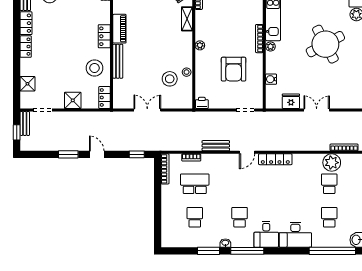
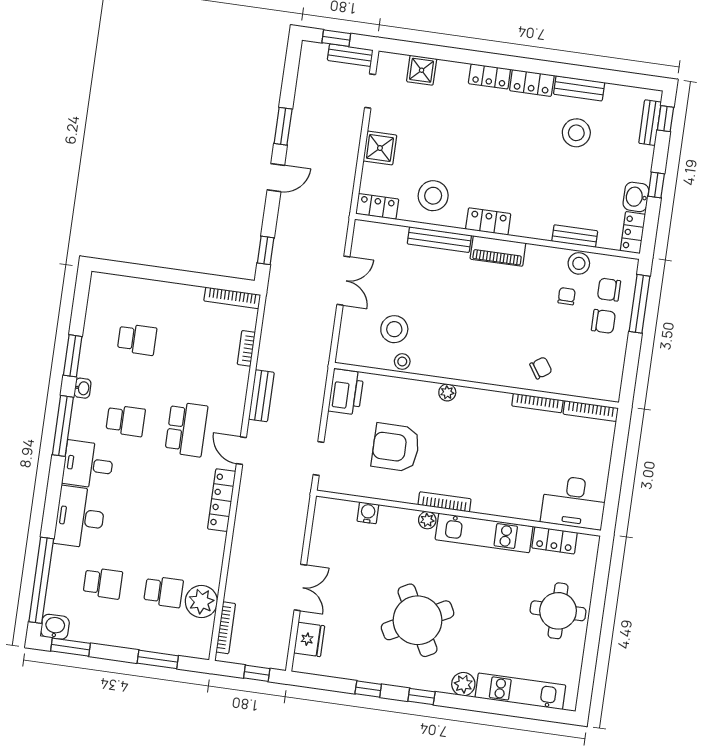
shelving: (187, 19) -> (499, 376), removed
fridge: (291, 101) -> (309, 639), moved
printer: (202, 103) -> (346, 392), width x1.87, depth x1.48
school desk: (195, 184) -> (186, 429), moved

